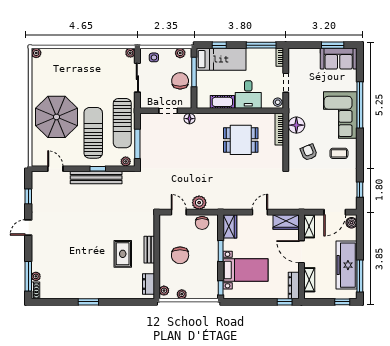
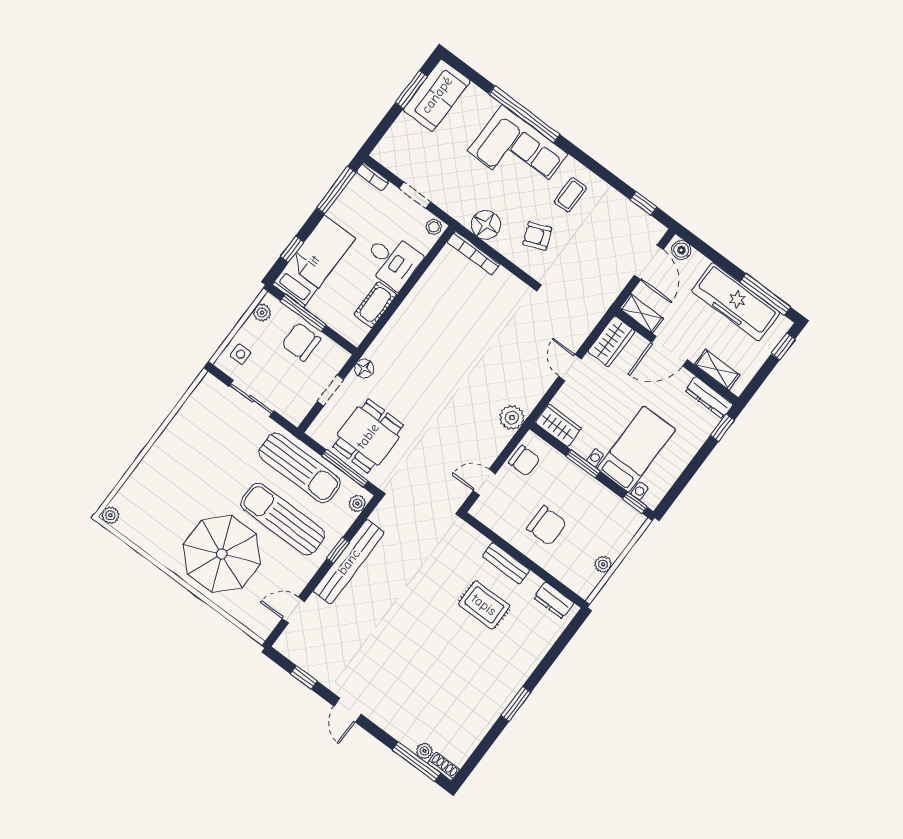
plant: (130, 53) -> (209, 383), removed
dining table: (241, 140) -> (368, 436), moved
plant: (199, 203) -> (512, 418), moved
plant: (164, 291) -> (579, 585), removed

